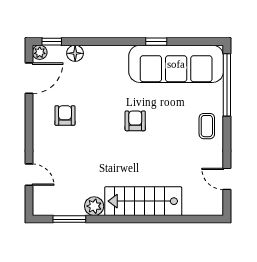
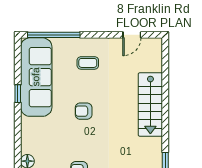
coffee table: (207, 126) -> (88, 63), moved
plant: (94, 206) -> (155, 145), removed

